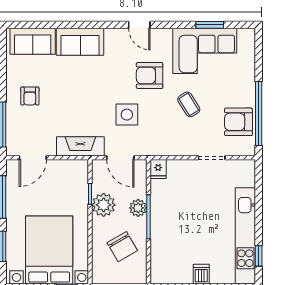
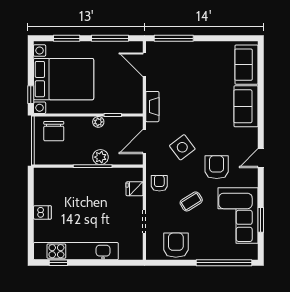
armchair: (30, 96) -> (159, 183), moved, turned 90
window: (259, 114) -> (224, 263), moved
side table: (127, 115) -> (182, 147), turned -37
fireplace: (80, 146) -> (152, 107), width x0.73, depth x0.76
fridge: (158, 169) -> (135, 189), moved
plant: (104, 205) -> (98, 122), width x0.53, depth x0.53
chair: (122, 247) -> (54, 131), moved, turned -60

